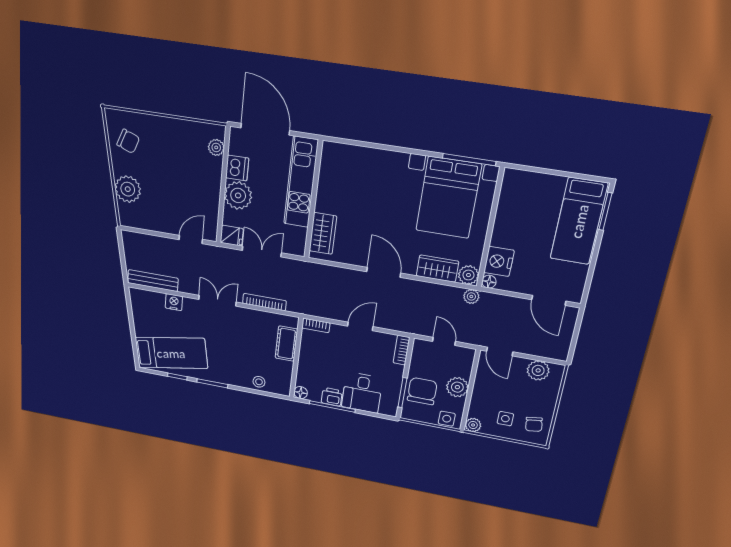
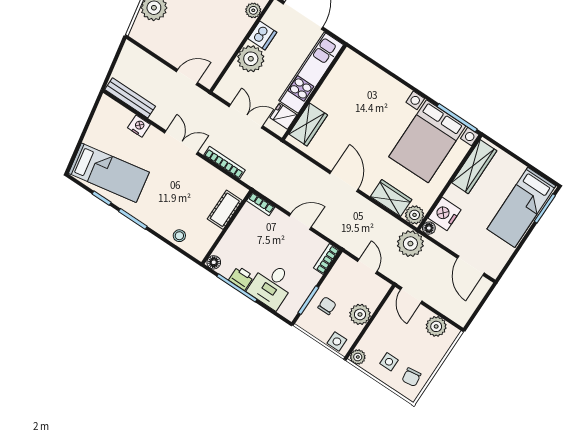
wardrobe: (509, 202) -> (474, 167), added
fridge: (232, 236) -> (283, 116), moved, turned 180
plant: (471, 296) -> (410, 244), width x1.88, depth x1.88
chair: (422, 391) -> (327, 306), width x0.54, depth x0.54

